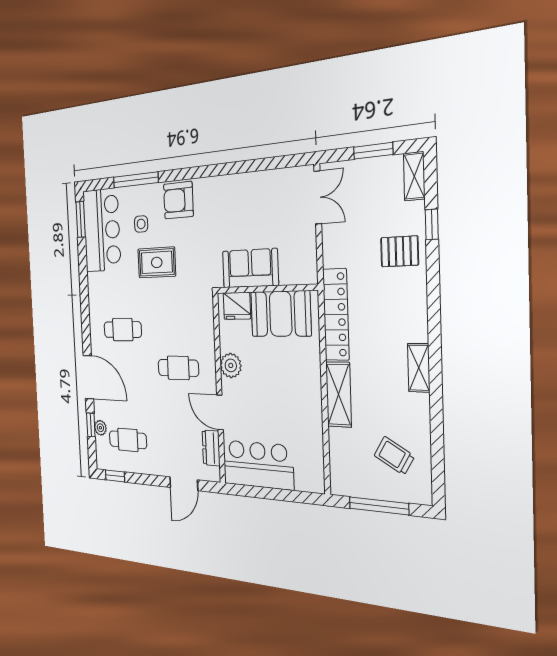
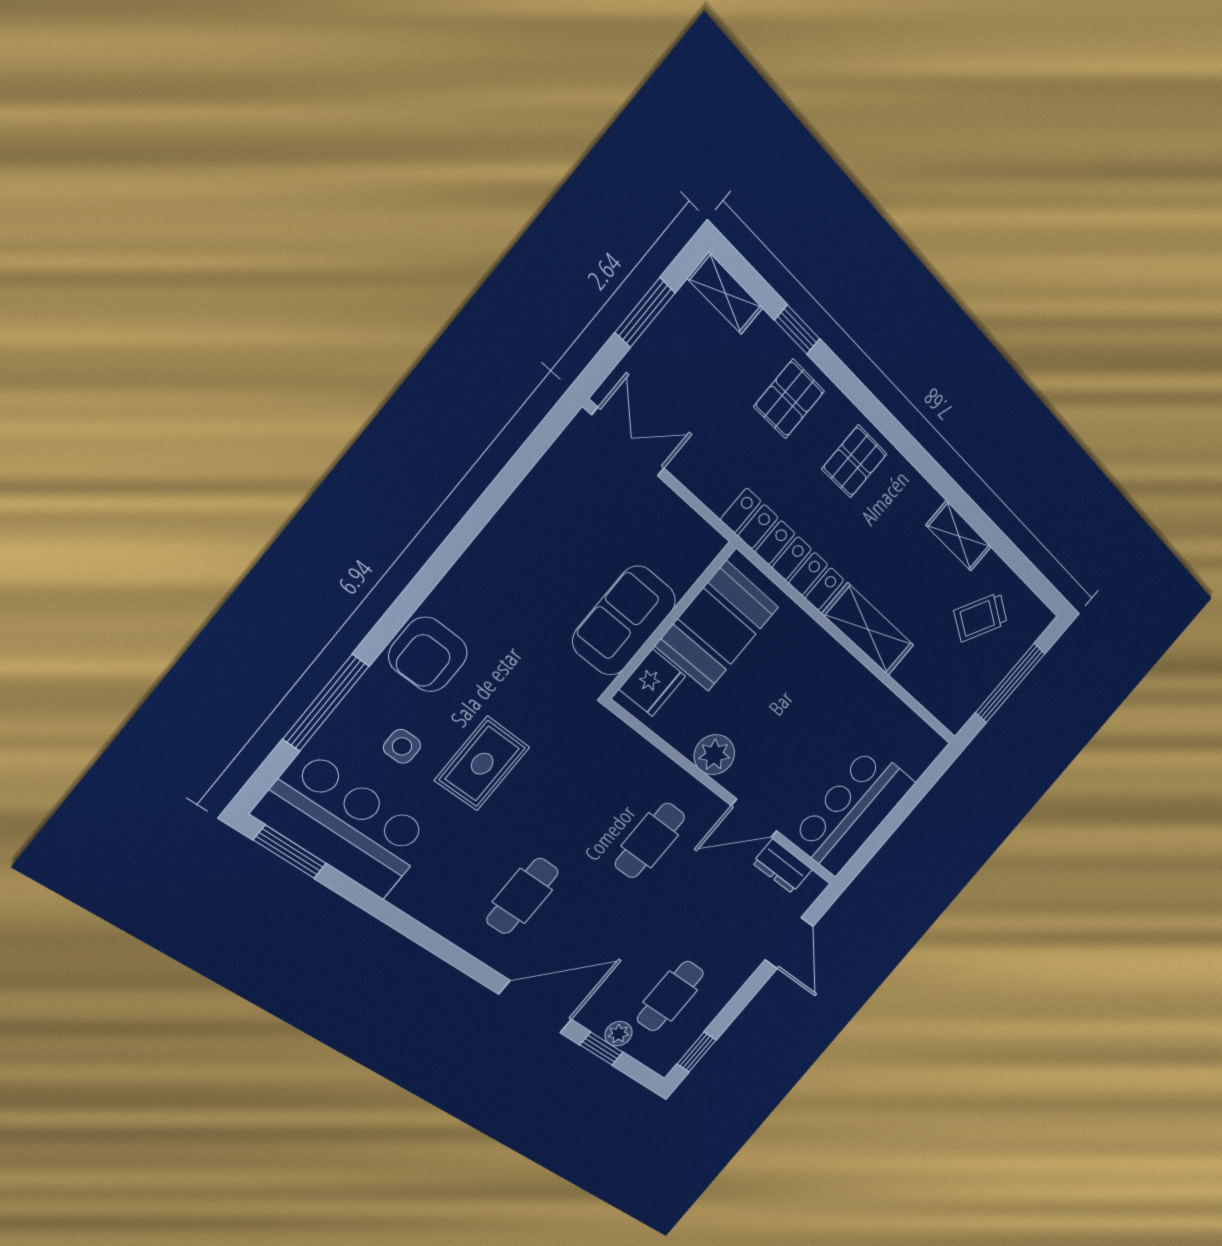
pallet: (403, 312) -> (854, 461), added
shelving: (419, 368) -> (959, 536), moved

